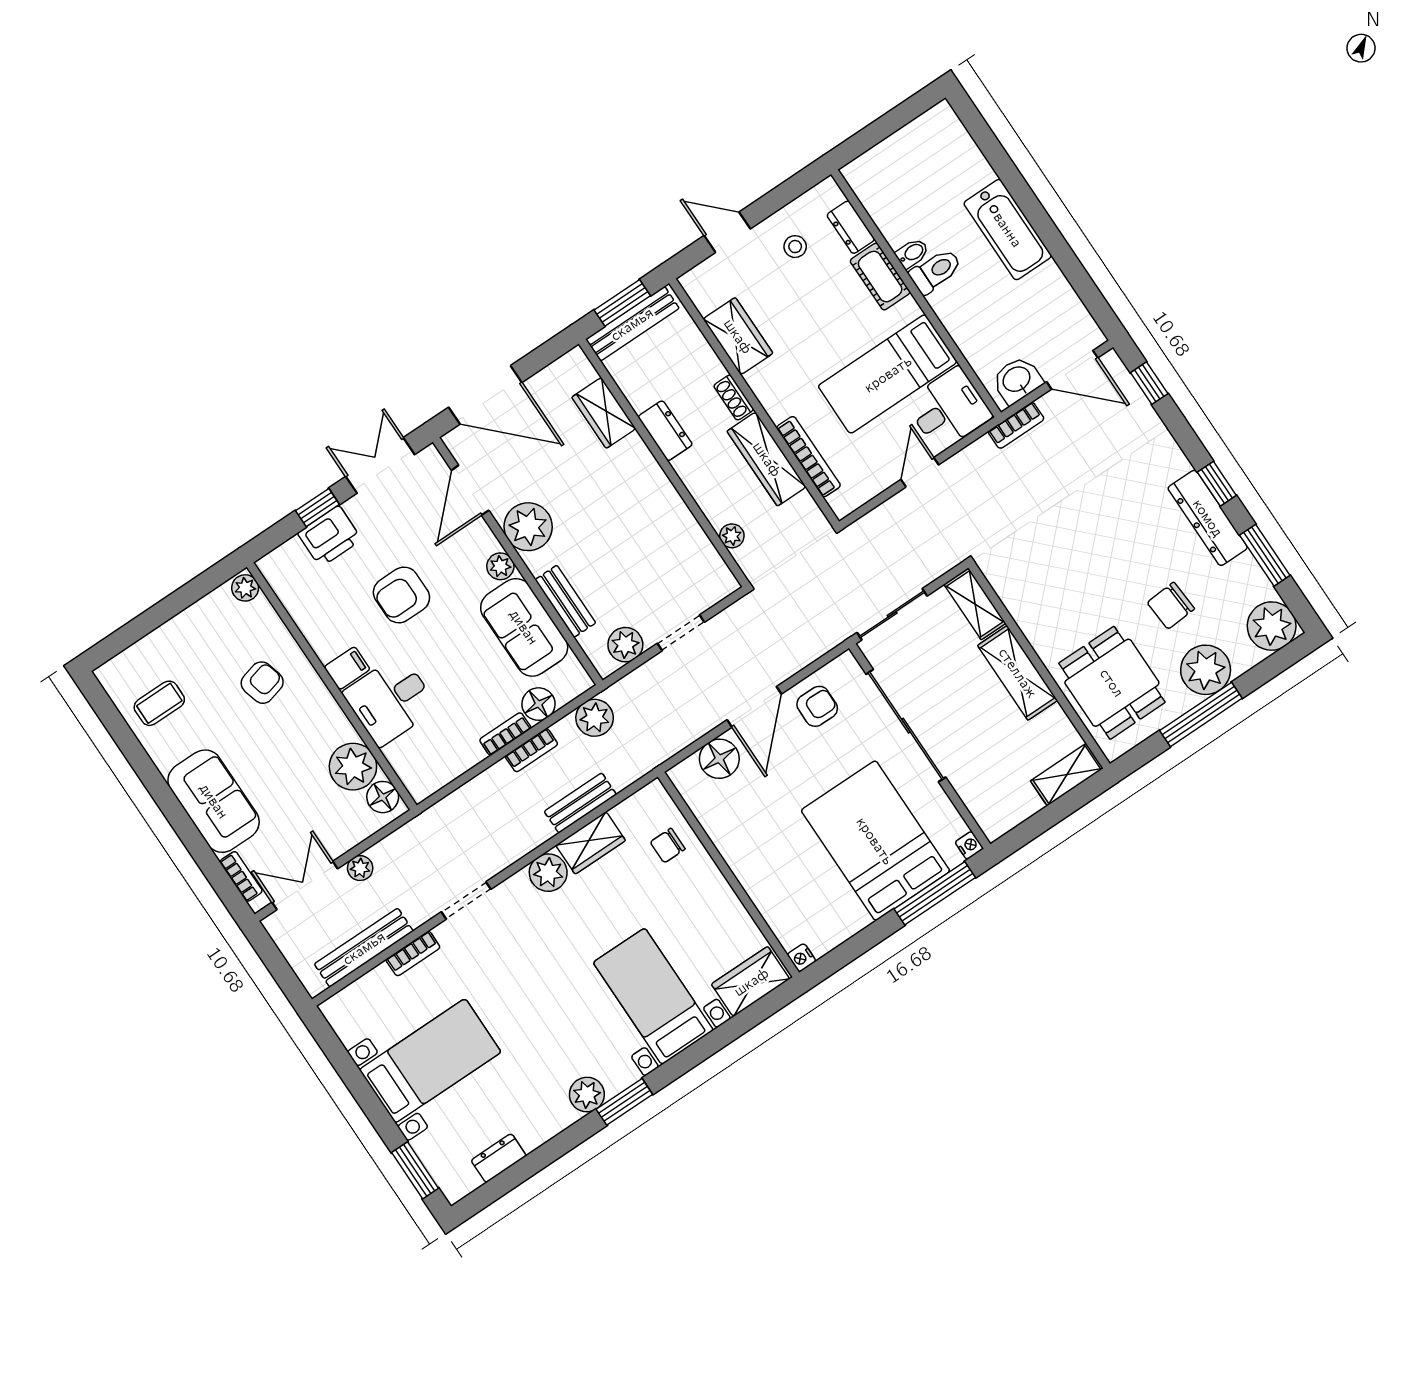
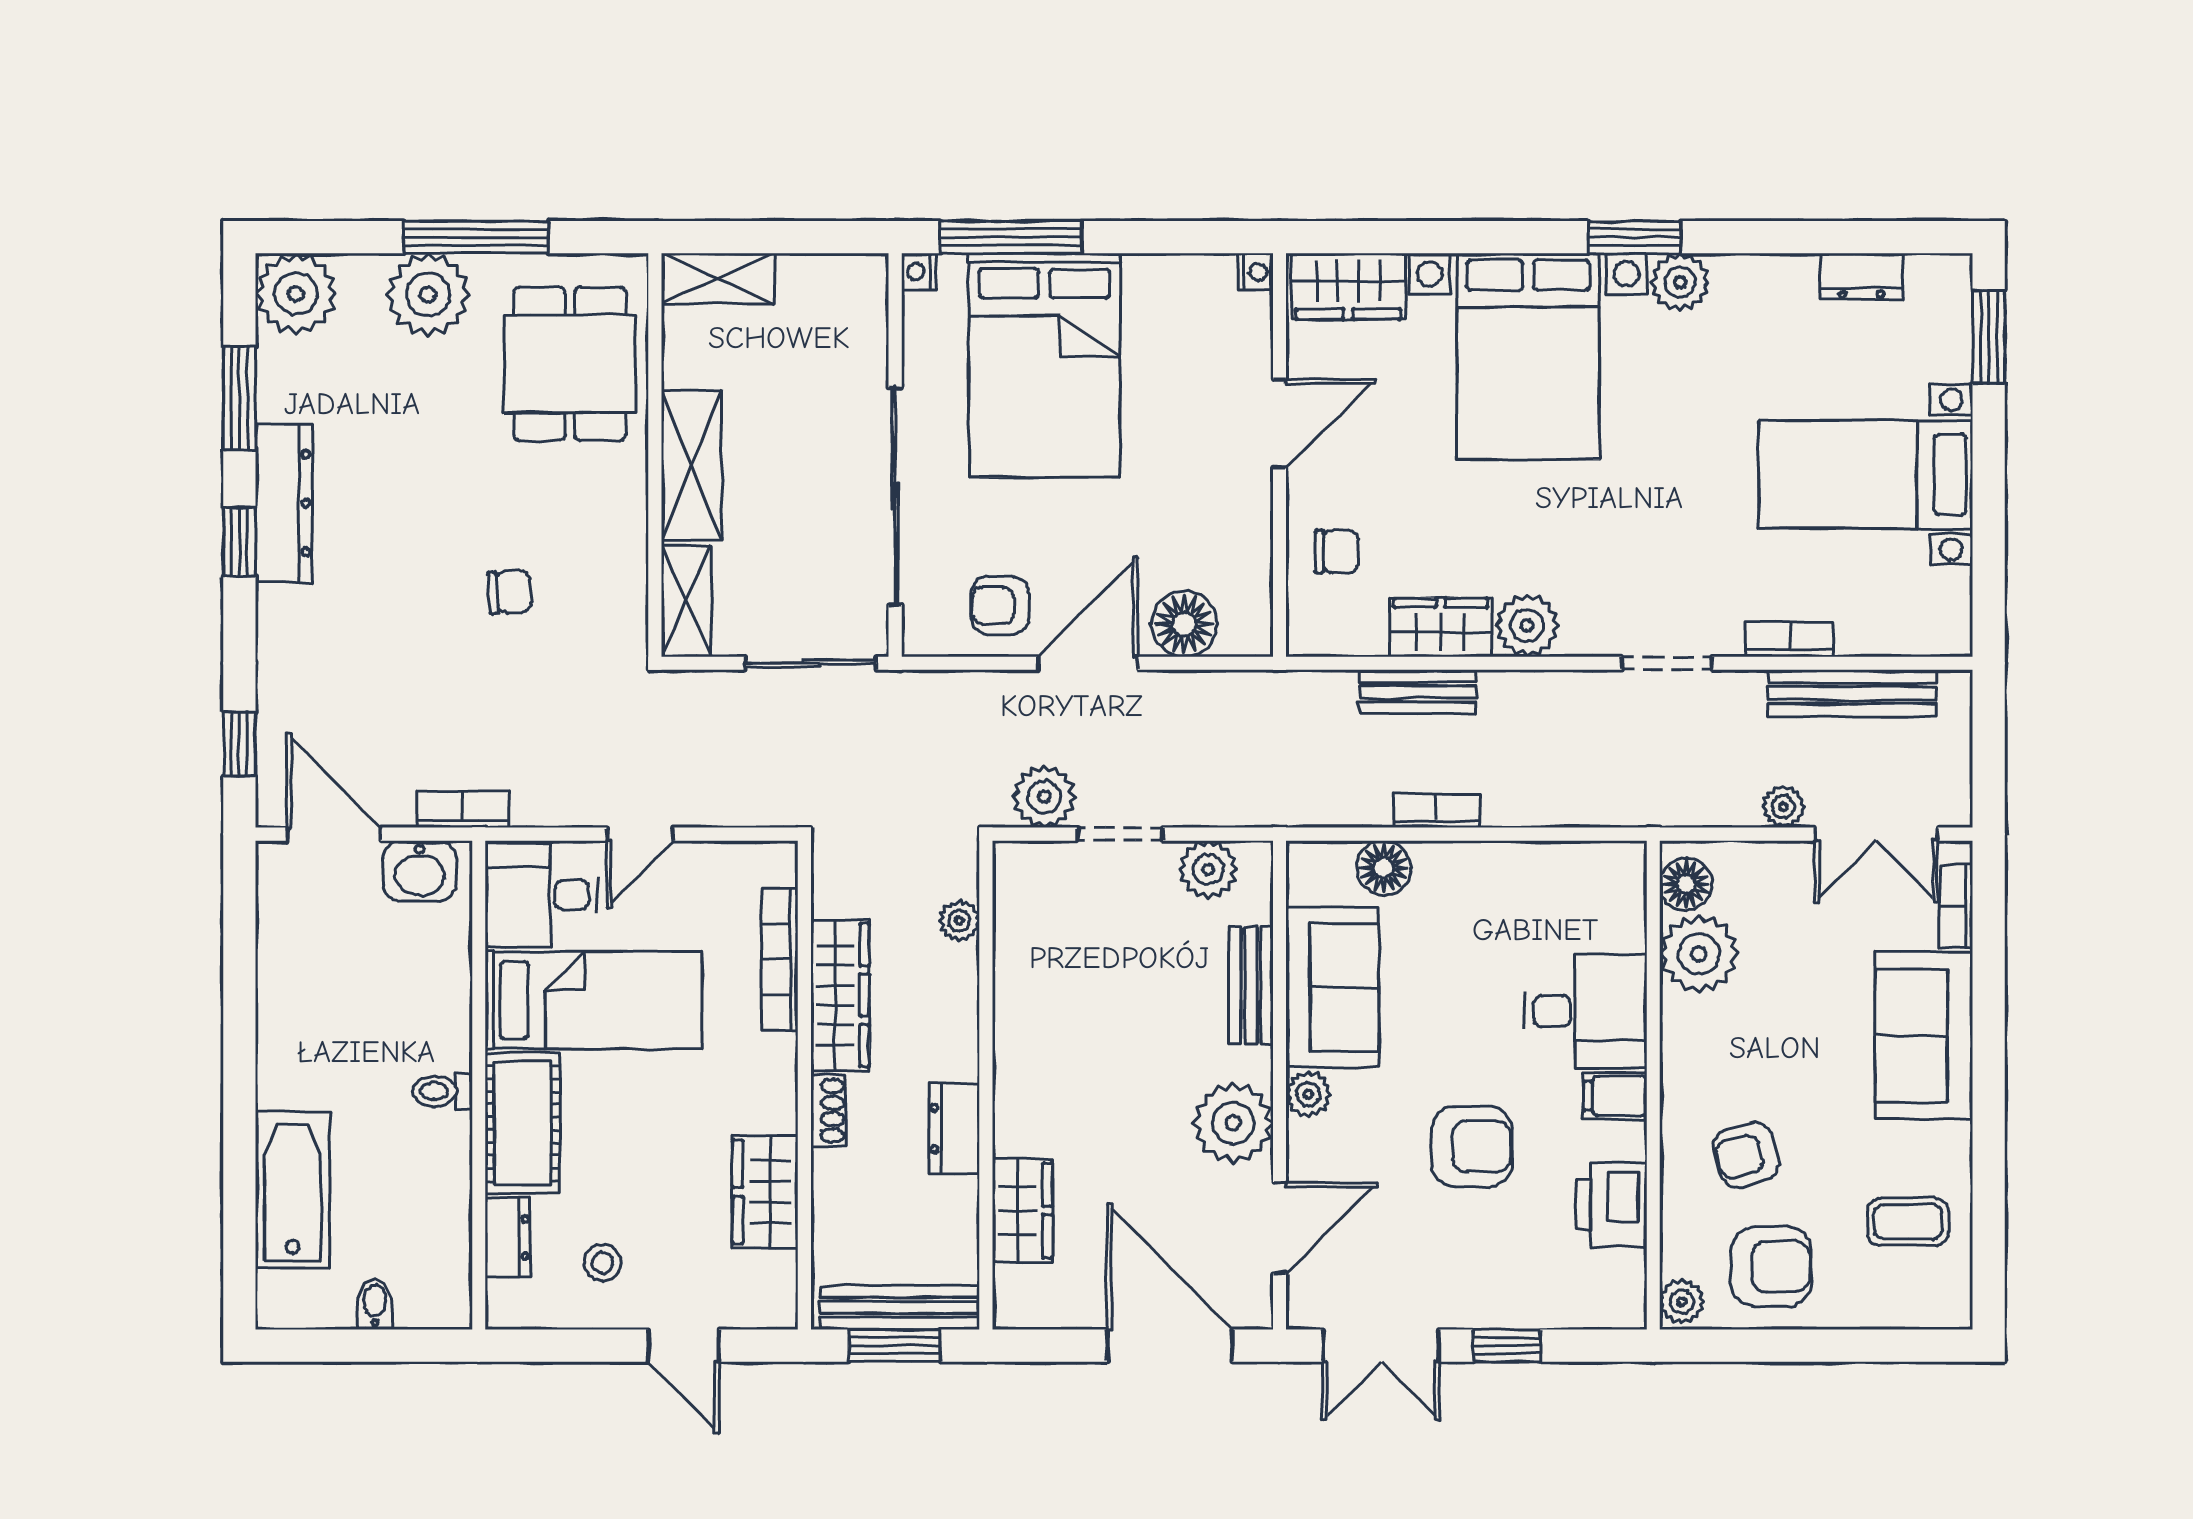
bathtub: (1008, 230) -> (293, 1190), moved
bidet: (912, 253) -> (375, 1304), moved, turned 90
toilet: (935, 271) -> (443, 1091), width x0.73, depth x0.72
cot: (880, 277) -> (522, 1123), width x1.37, depth x1.34
printer: (330, 536) -> (1612, 1205), moved, turned -90
chair: (1171, 606) -> (510, 592), moved, width x0.73, depth x0.73
armchair: (212, 635) -> (1771, 1266), added
plant: (595, 718) -> (1044, 797), moved
bookcase: (505, 734) -> (1457, 857), removed
door: (739, 890) -> (1280, 423), added
bed with nightstands: (653, 996) -> (1528, 356), width x1.36

